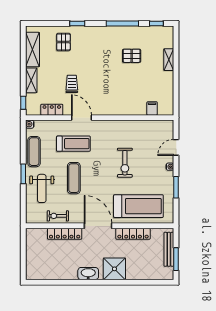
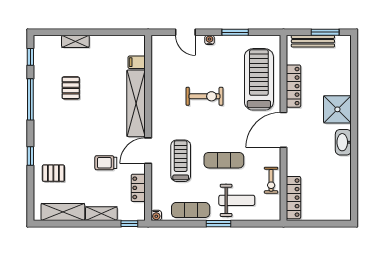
shelving: (119, 108) -> (136, 103), added
locker: (65, 234) -> (294, 198), moved

